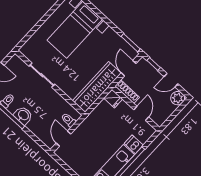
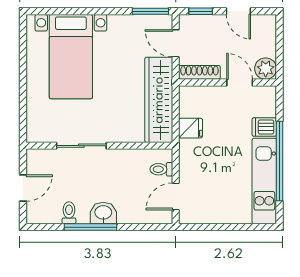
door: (171, 80) -> (238, 11), hinge flipped
plant: (178, 98) -> (266, 69), moved
fridge: (113, 99) -> (191, 128), moved
door: (63, 139) -> (176, 196), hinge flipped

